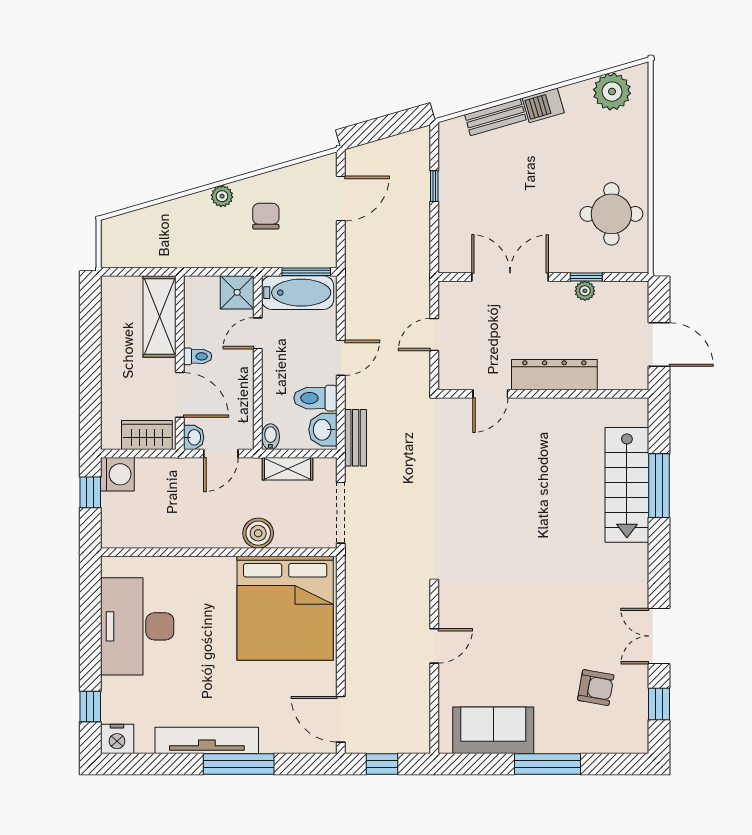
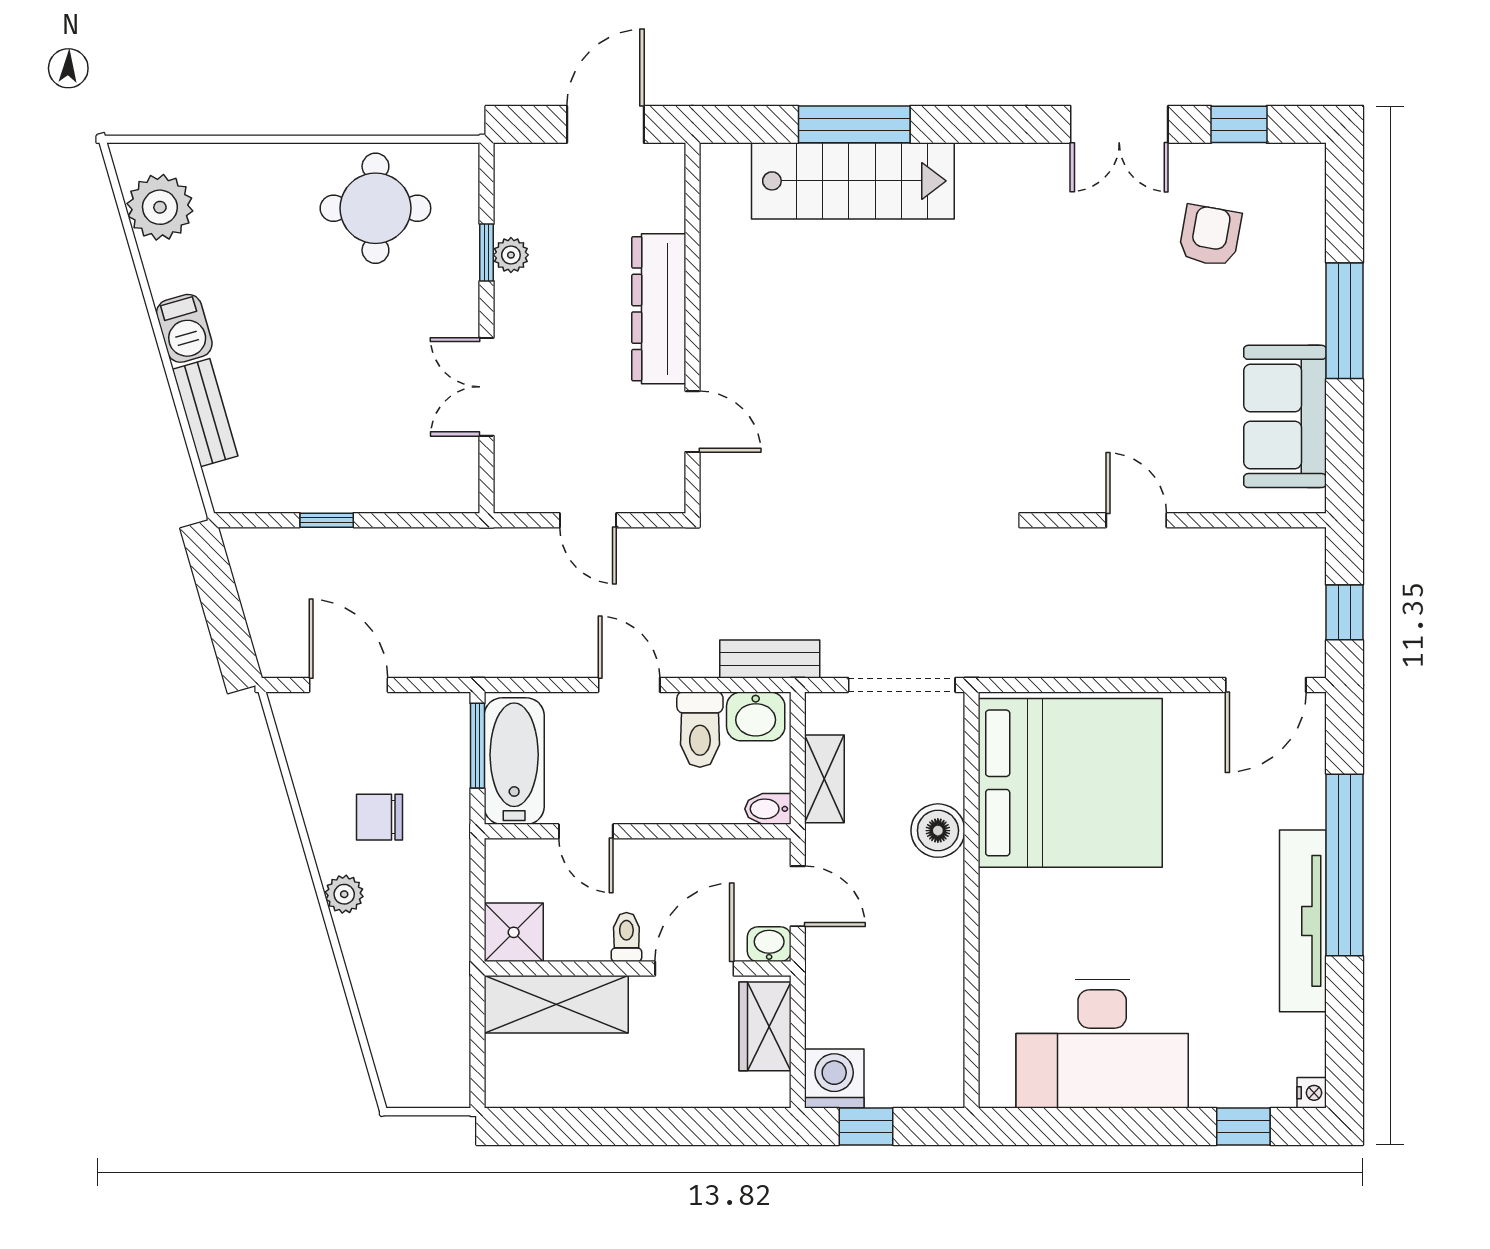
double door: (510, 277) -> (487, 387), width x0.73
shower: (237, 292) -> (514, 932), moved
nightstand: (117, 739) -> (1312, 1093), width x0.53, depth x0.56
window: (239, 764) -> (1344, 865), width x1.46

